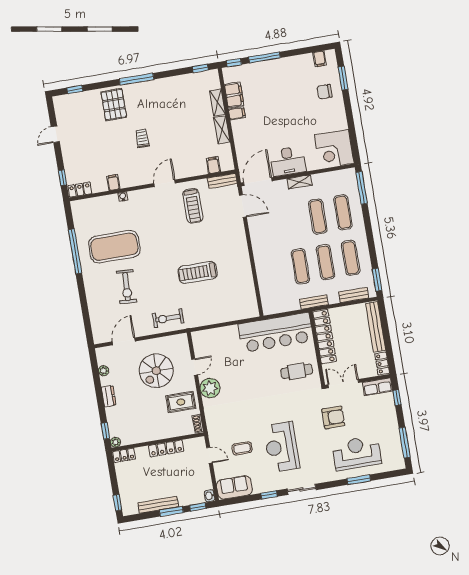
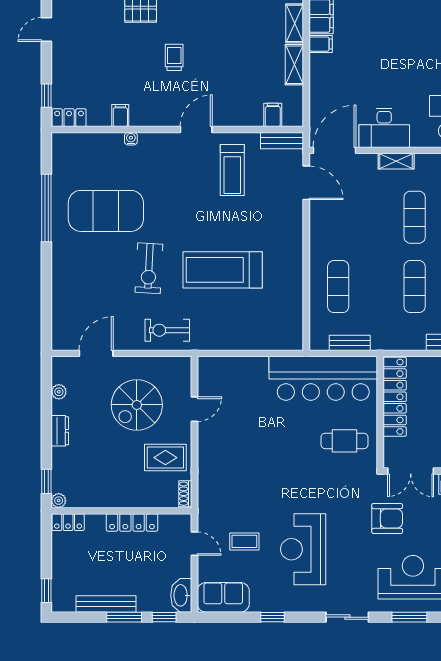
exercise mat: (300, 266) -> (338, 287), moved
treadmill: (198, 272) -> (223, 270), width x1.37, depth x1.38
exercise bike: (126, 287) -> (149, 268), moved
bench: (314, 302) -> (350, 343), moved
double door: (343, 384) -> (411, 471), swing flipped
plant: (210, 388) -> (212, 444), removed
sliding door: (302, 489) -> (347, 617), moved
washbasin: (210, 496) -> (181, 595), width x1.91, depth x1.45

